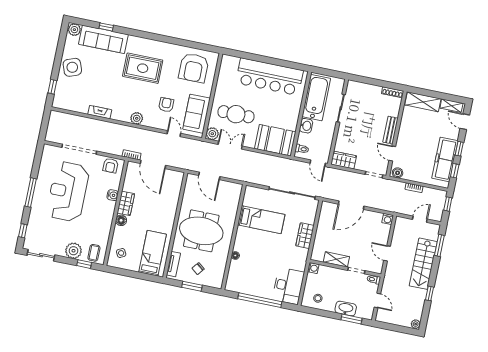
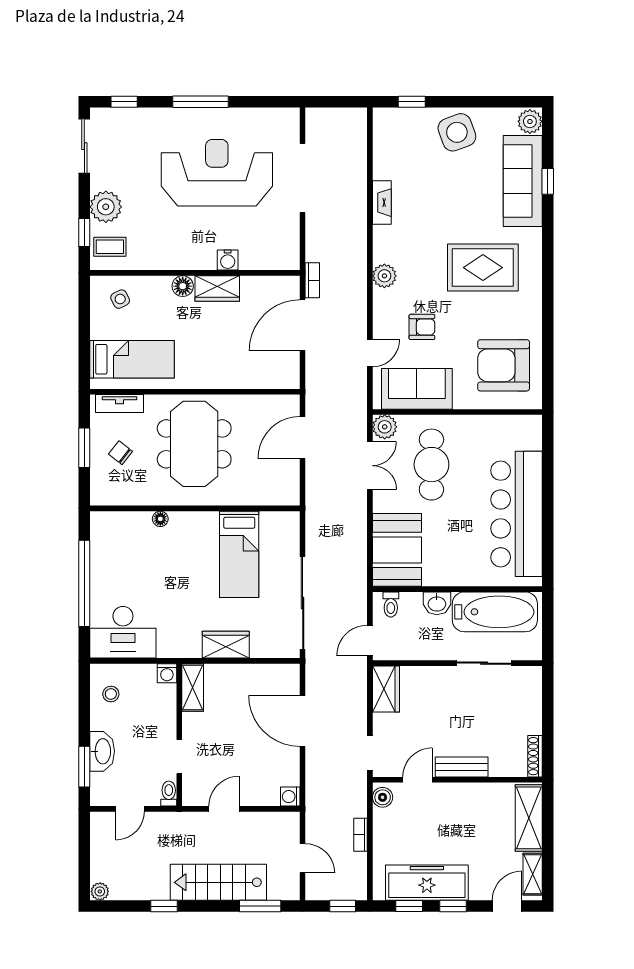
rug: (143, 68) -> (483, 268), turned 90
armchair: (111, 166) -> (284, 244), removed
shelving: (336, 259) -> (193, 688), moved

